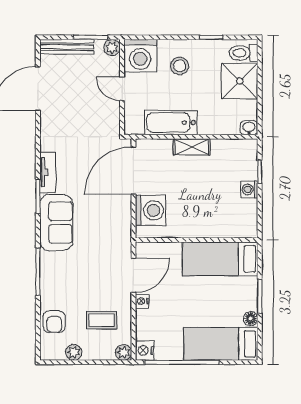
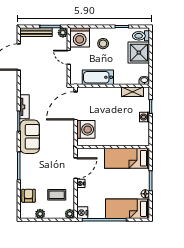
shelving: (192, 147) -> (133, 92), moved
armchair: (54, 322) -> (29, 196), turned 180

